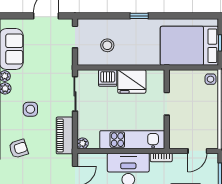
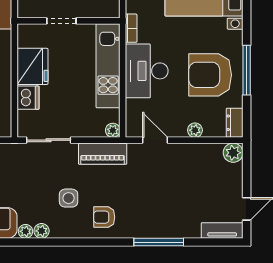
armchair: (18, 149) -> (104, 217), moved, turned -72

